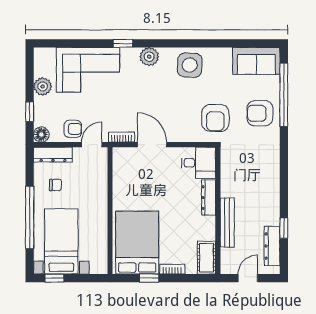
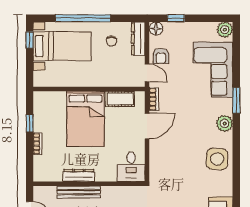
window: (123, 43) -> (236, 100), width x1.50
plant: (43, 86) -> (225, 30), moved
armchair: (215, 118) -> (171, 182), removed
dresser: (208, 198) -> (79, 176), moved
bed: (137, 243) -> (86, 119), moved, turned 90
cot: (206, 258) -> (120, 99), moved

